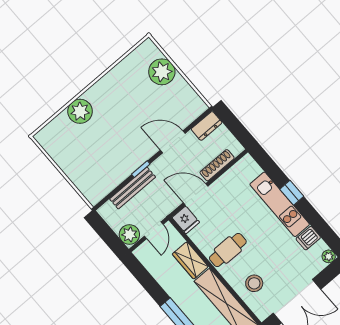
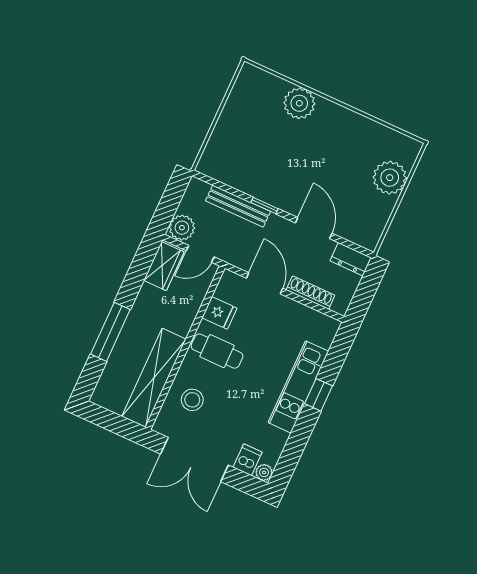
fridge: (186, 220) -> (219, 313), moved, turned -90
dishwasher: (308, 238) -> (248, 460), moved, turned 90
wardrobe: (190, 260) -> (164, 266), moved, turned 180

